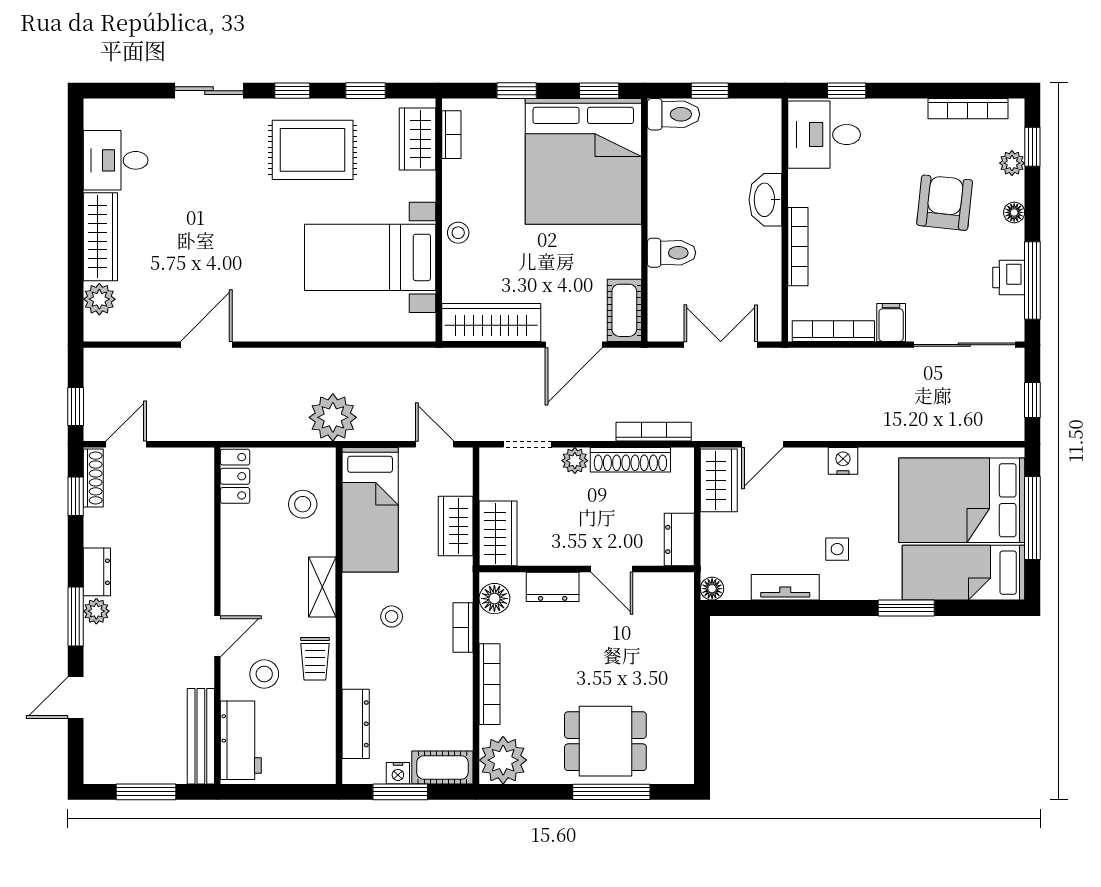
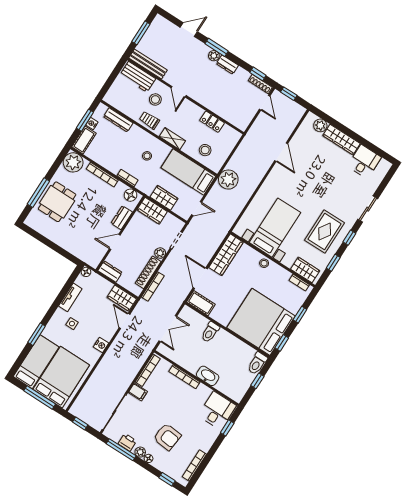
plant: (1012, 163) -> (140, 452), moved
locker: (235, 476) -> (212, 122), moved
door: (76, 698) -> (189, 30), hinge flipped

